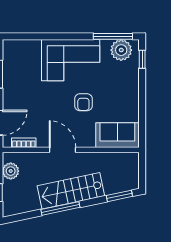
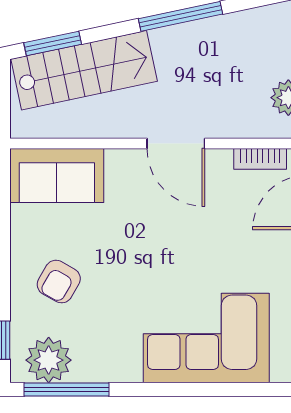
corner sofa: (71, 60) -> (206, 338), moved
armchair: (83, 102) -> (59, 282), moved, turned -150
stairs: (71, 191) -> (84, 70), moved

